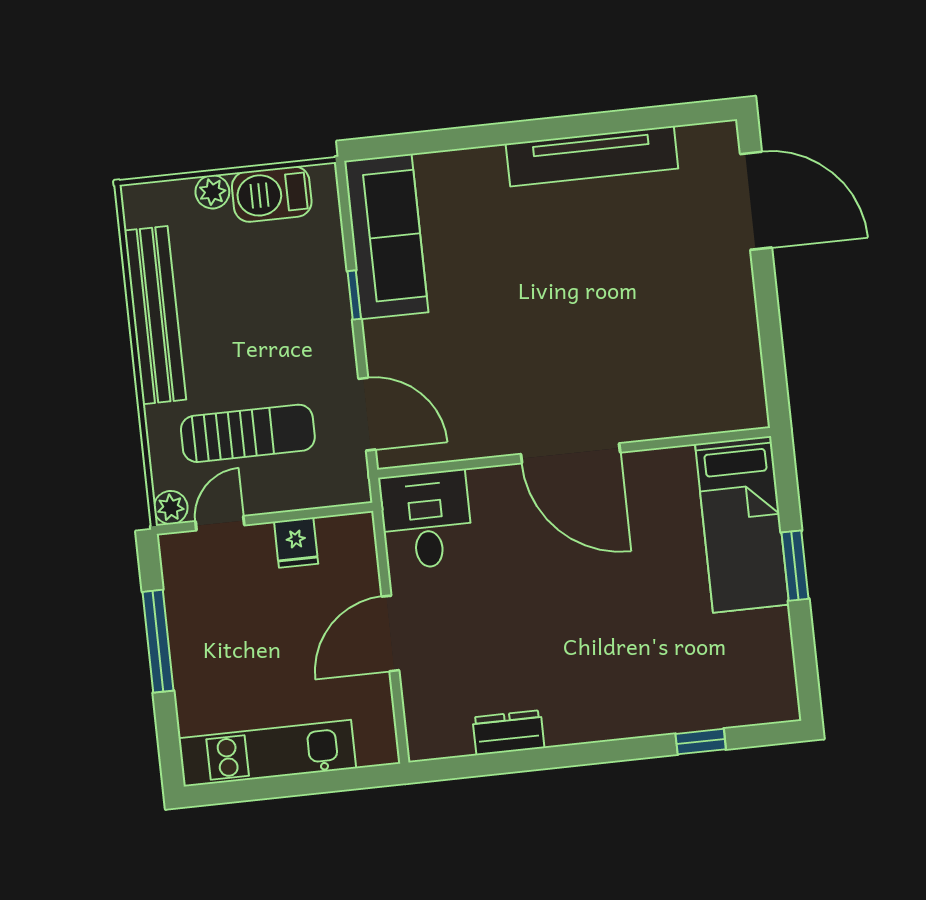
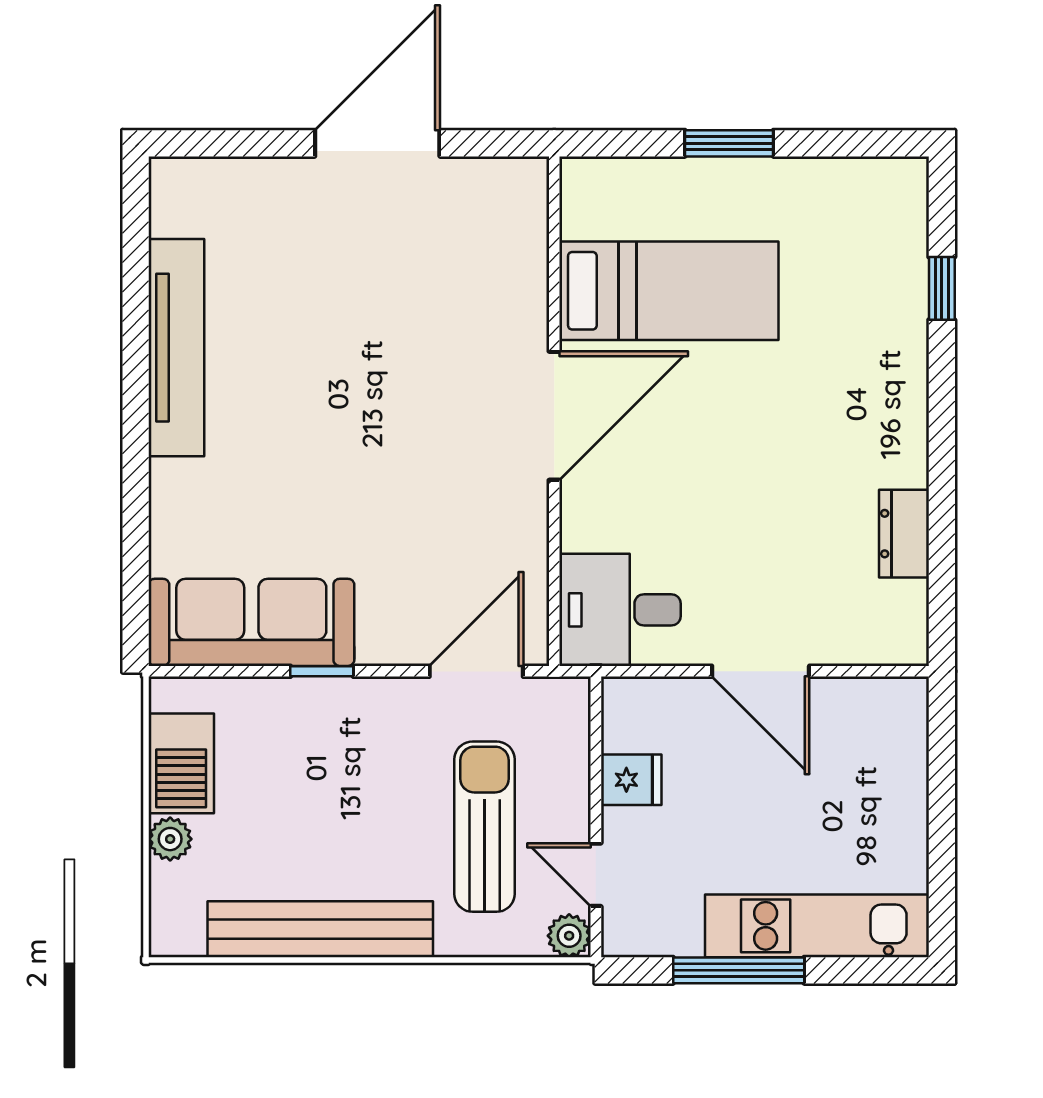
door: (756, 201) -> (377, 143), moved
bed: (742, 524) -> (669, 291), moved
kitchen unit: (267, 753) -> (817, 926), moved, turned 90

